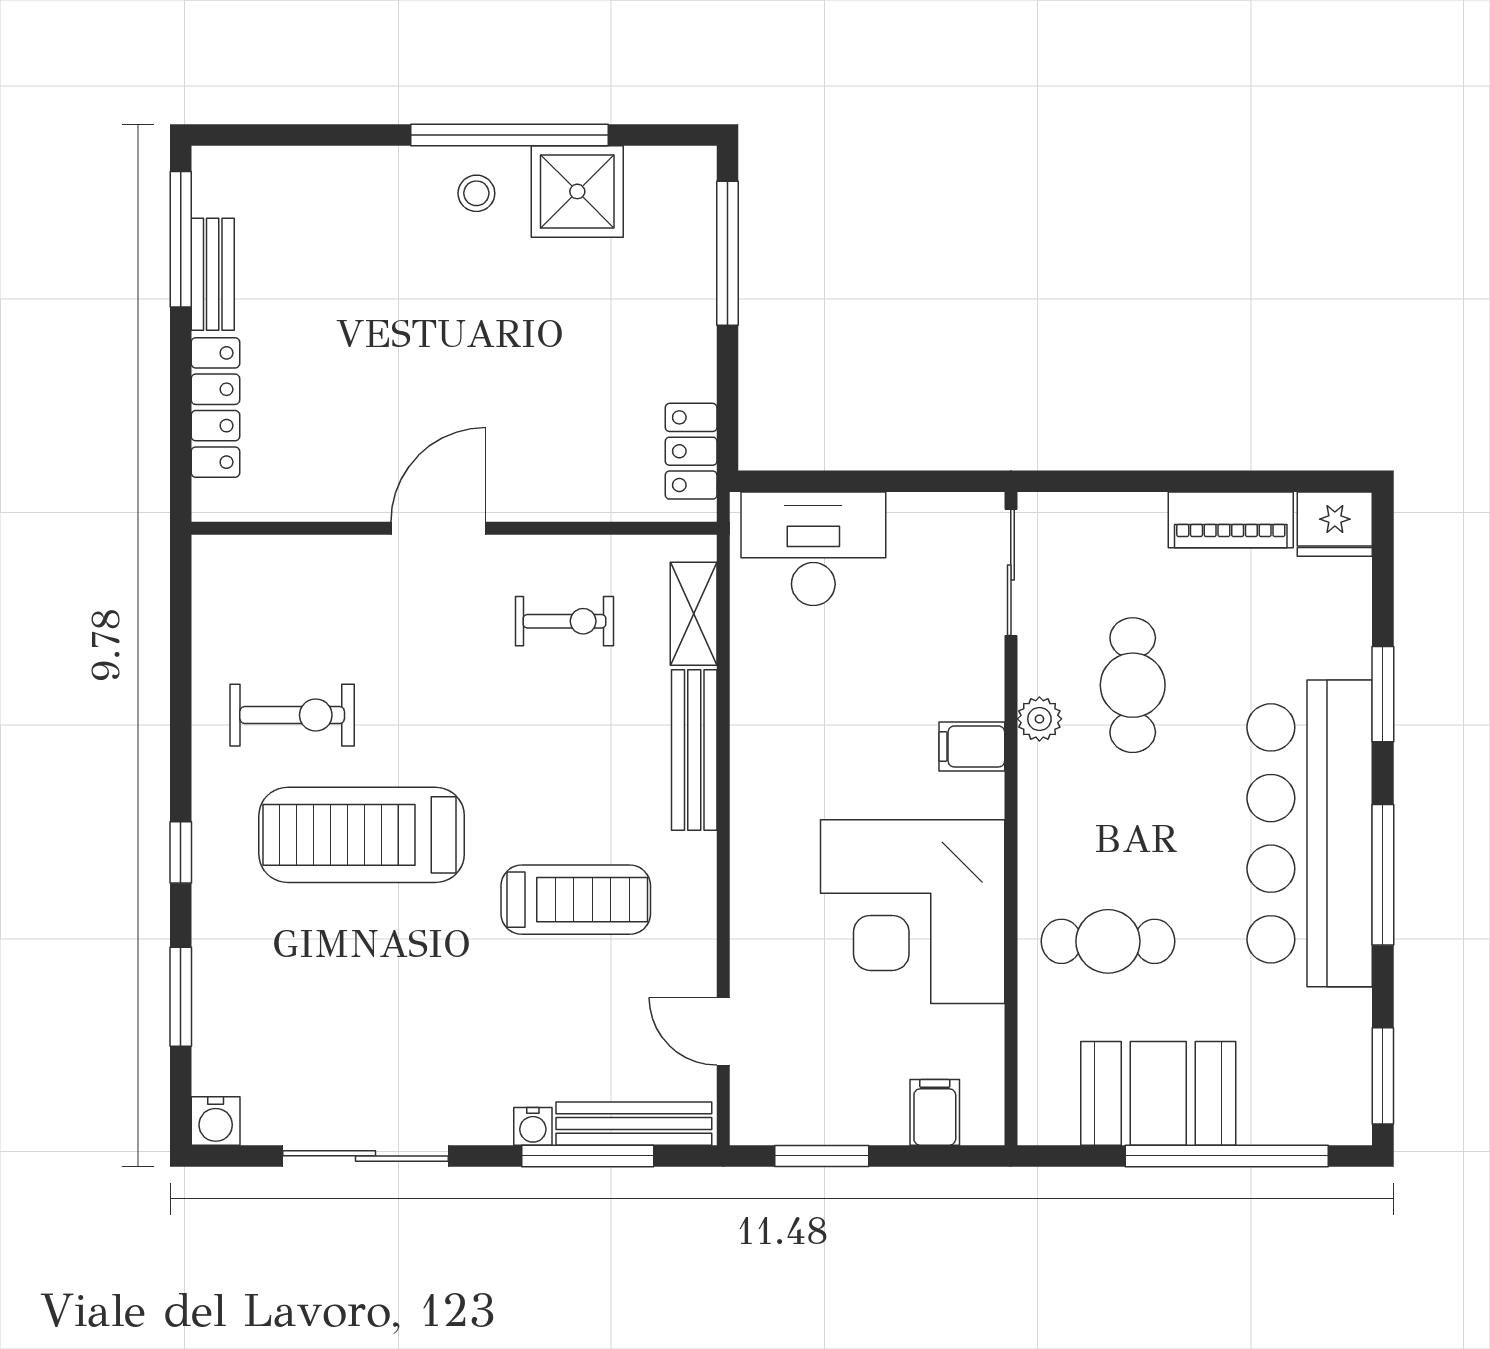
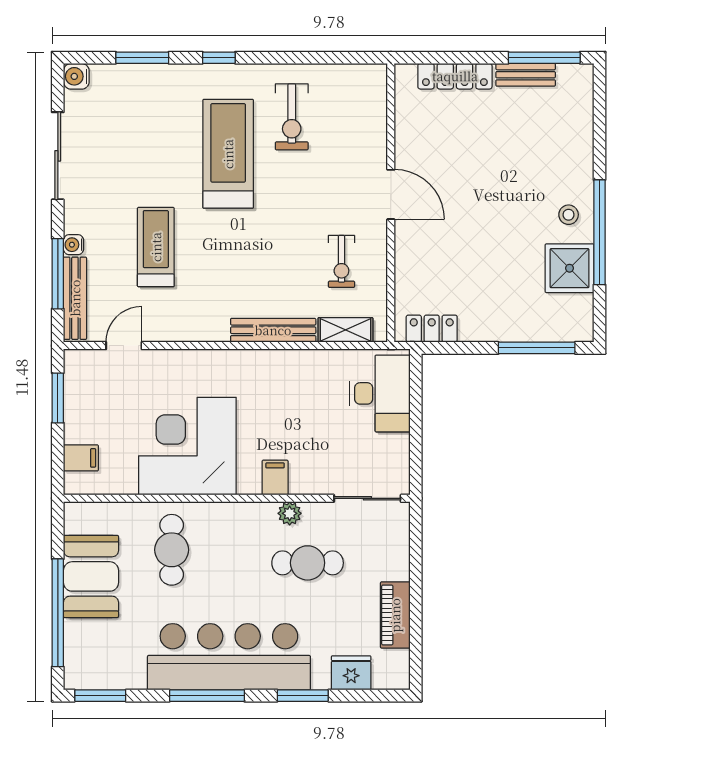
fridge: (1335, 524) -> (351, 673), moved, turned 90
treadmill: (576, 900) -> (156, 247), moved, turned 180

